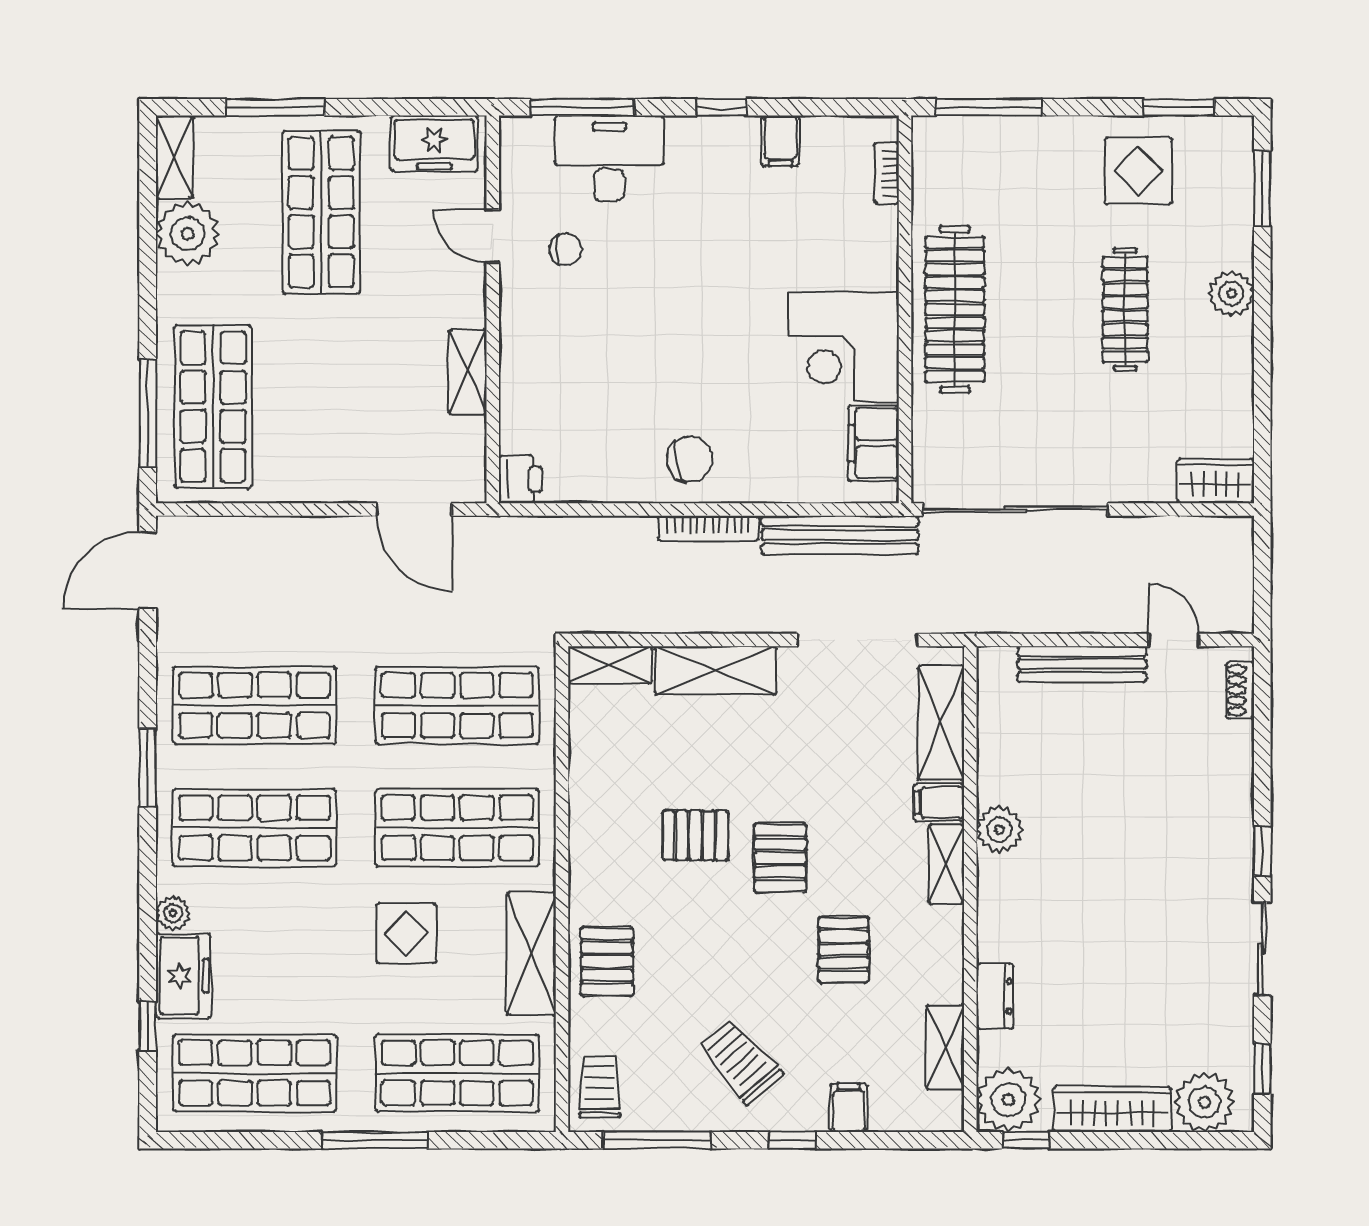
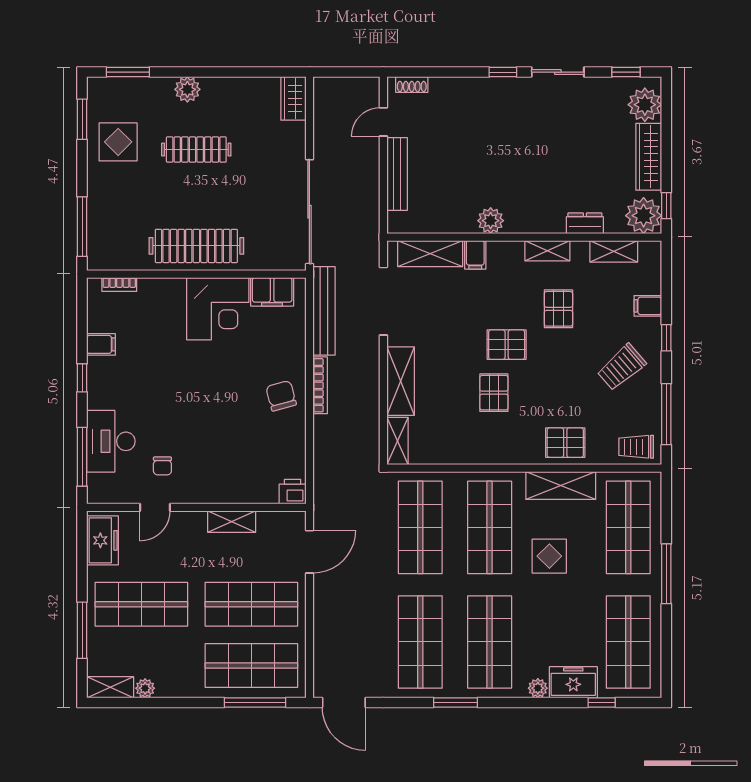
plant: (188, 234) -> (145, 688), width x0.53, depth x0.53
chair: (566, 249) -> (162, 466), turned 180
shop shelf: (321, 407) -> (251, 604), added
shelving: (946, 864) -> (547, 251), moved
pallet: (844, 950) -> (558, 309), turned 90

